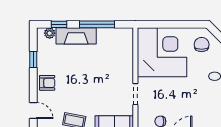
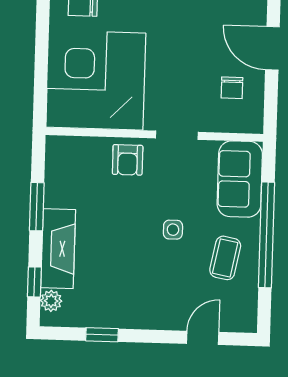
window: (97, 24) -> (37, 207), width x0.69
armchair: (47, 83) -> (128, 160), moved, turned 180
side table: (88, 94) -> (173, 230), added

